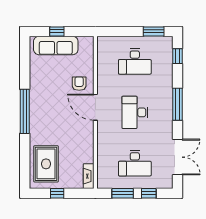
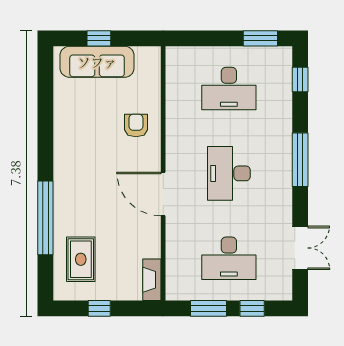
door: (95, 107) -> (163, 194), moved
window: (25, 111) -> (45, 218), moved
double door: (178, 157) -> (300, 248), width x0.73
rug: (46, 164) -> (81, 259), width x0.73, depth x0.70

